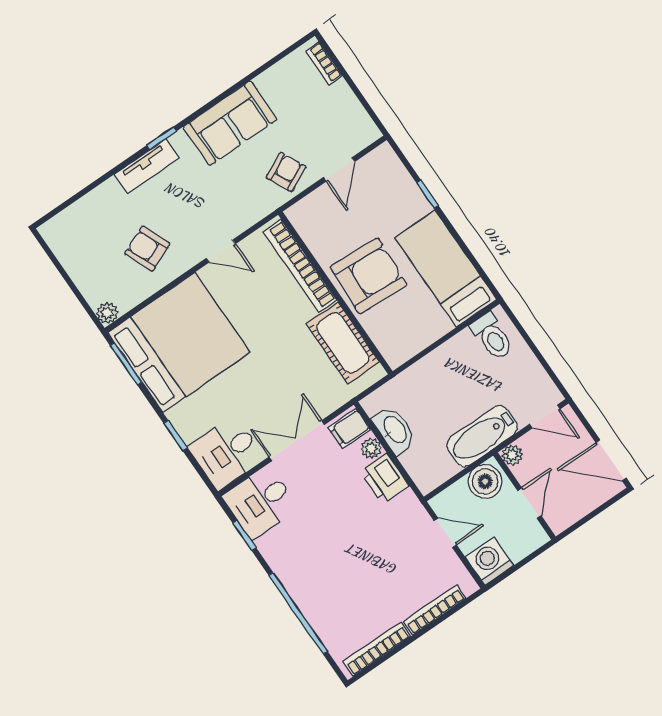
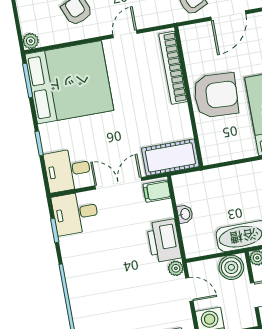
door: (339, 170) -> (228, 15), width x1.38
door: (221, 251) -> (125, 34), swing flipped
cot: (343, 343) -> (170, 157), moved, turned 90
washbasin: (394, 430) -> (185, 214), width x0.52, depth x0.69
plant: (371, 448) -> (176, 268), moved
printer: (385, 479) -> (164, 241), width x1.37, depth x1.19

